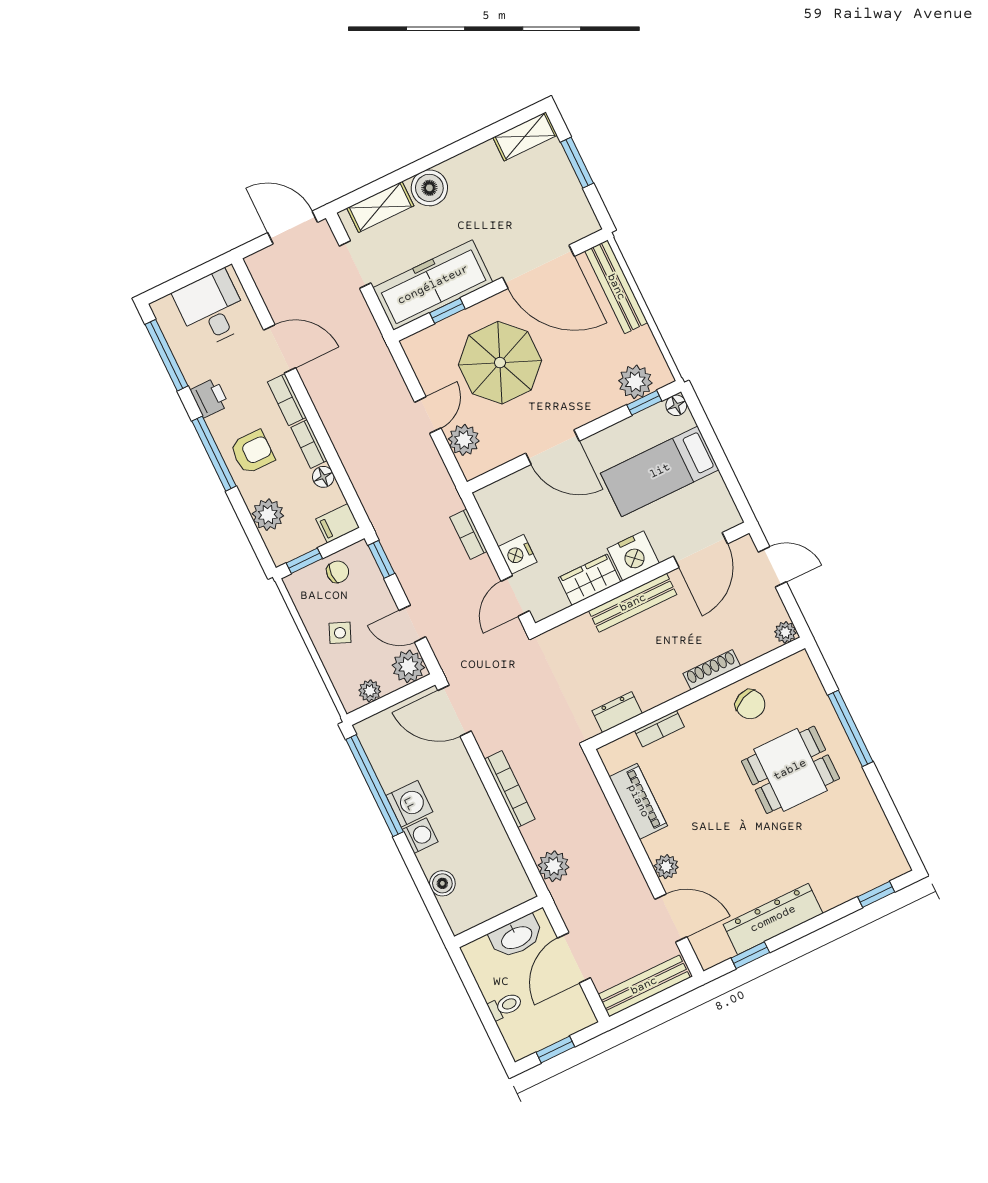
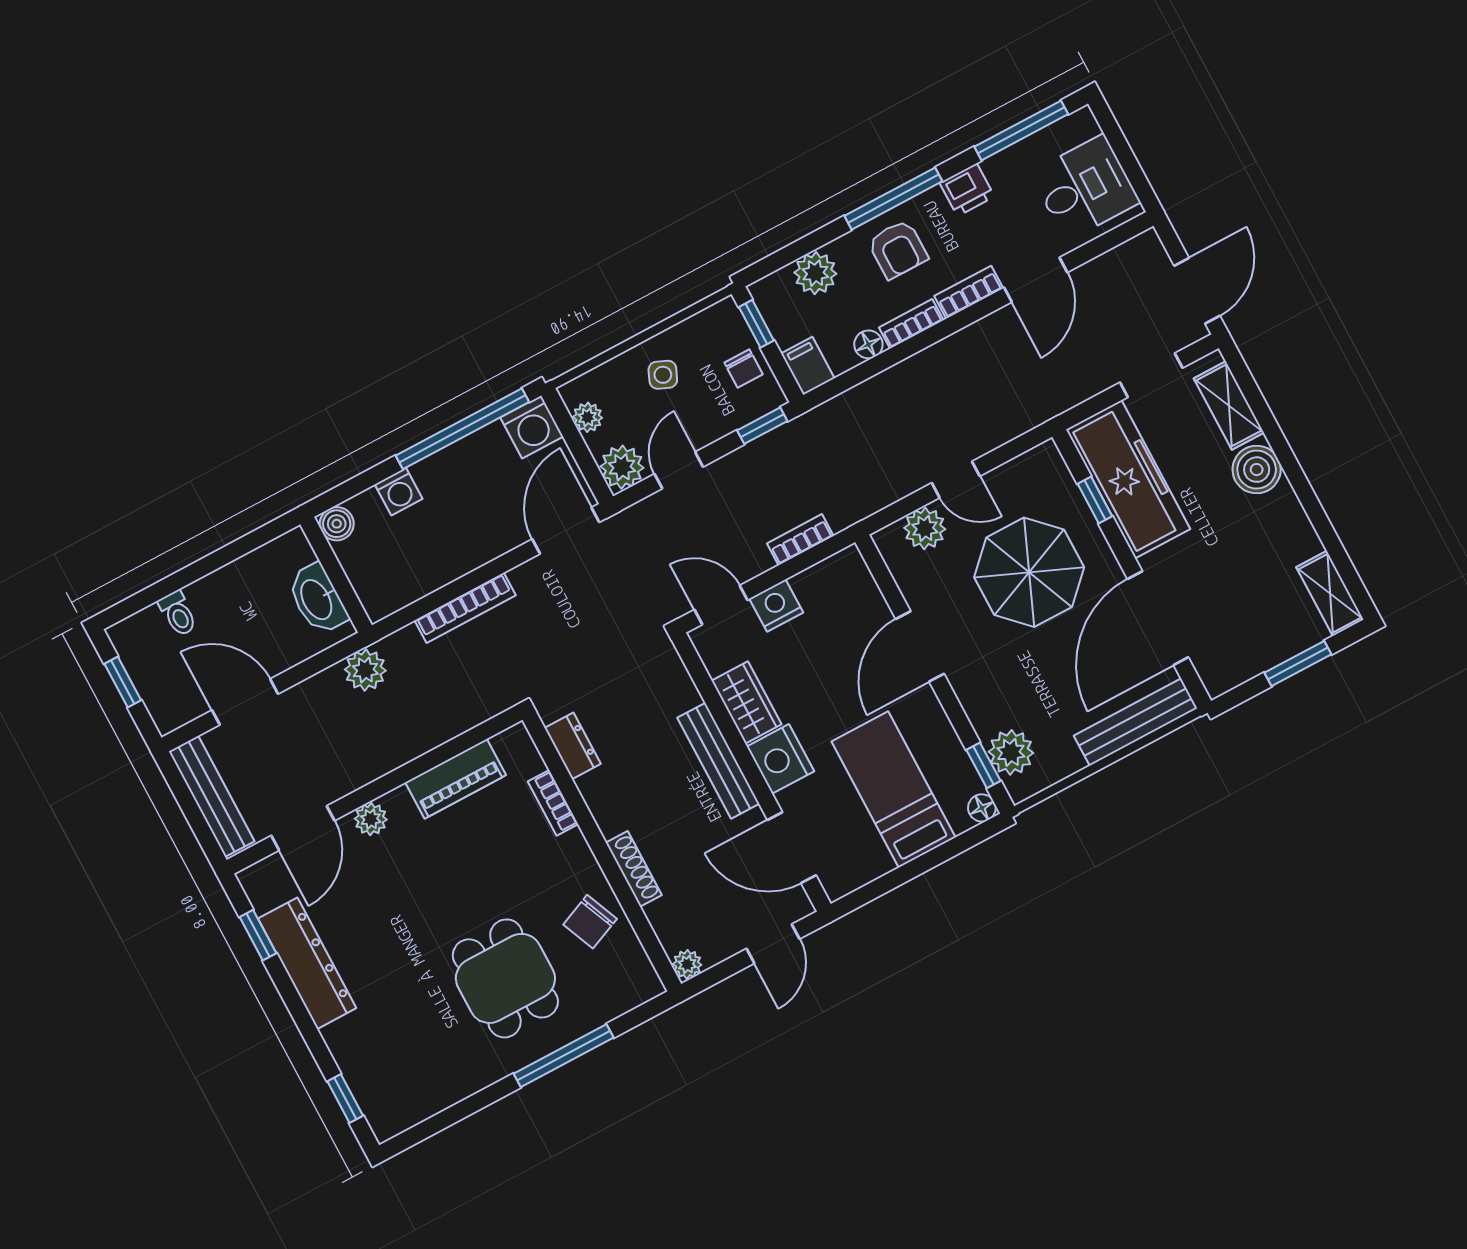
washing machine: (409, 804) -> (532, 427), moved
wall: (499, 922) -> (336, 575), moved
washbasin: (516, 937) -> (317, 599), moved

